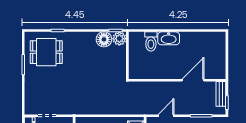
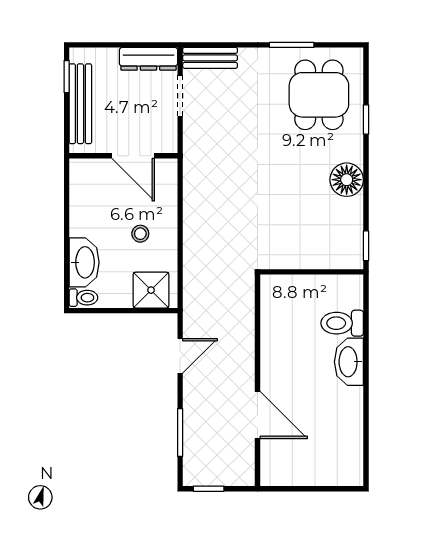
floor lamp: (104, 39) -> (347, 180), moved
plant: (119, 39) -> (348, 254), removed
bench: (221, 94) -> (210, 58), moved
door: (166, 116) -> (180, 356), hinge flipped

